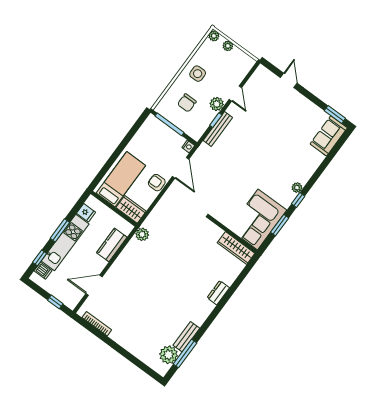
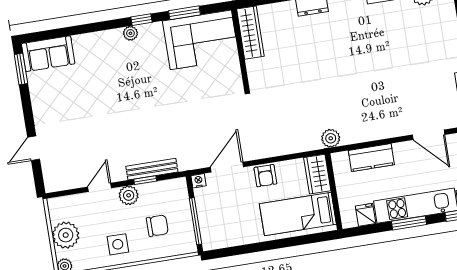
plant: (228, 46) -> (66, 235), width x1.88, depth x1.88

